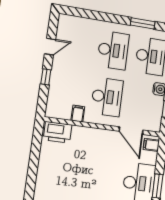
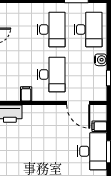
filing cabinet: (151, 145) -> (99, 126), moved

